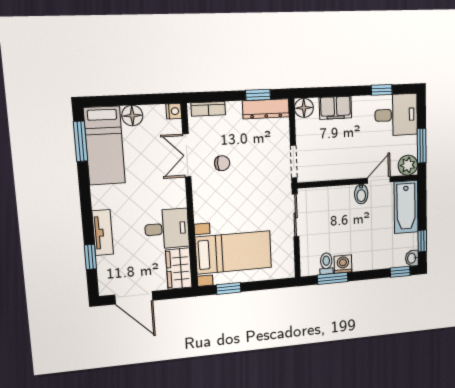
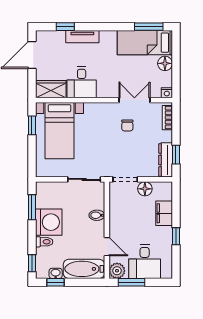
window: (382, 90) -> (176, 236), moved
floor lamp: (304, 108) -> (145, 189), moved
desk: (396, 115) -> (145, 262), moved
bidet: (361, 194) -> (97, 215), moved
washbasin: (412, 258) -> (56, 273), moved
toilet: (326, 264) -> (44, 242), moved
washing machine: (343, 264) -> (49, 222), width x1.89, depth x1.89

